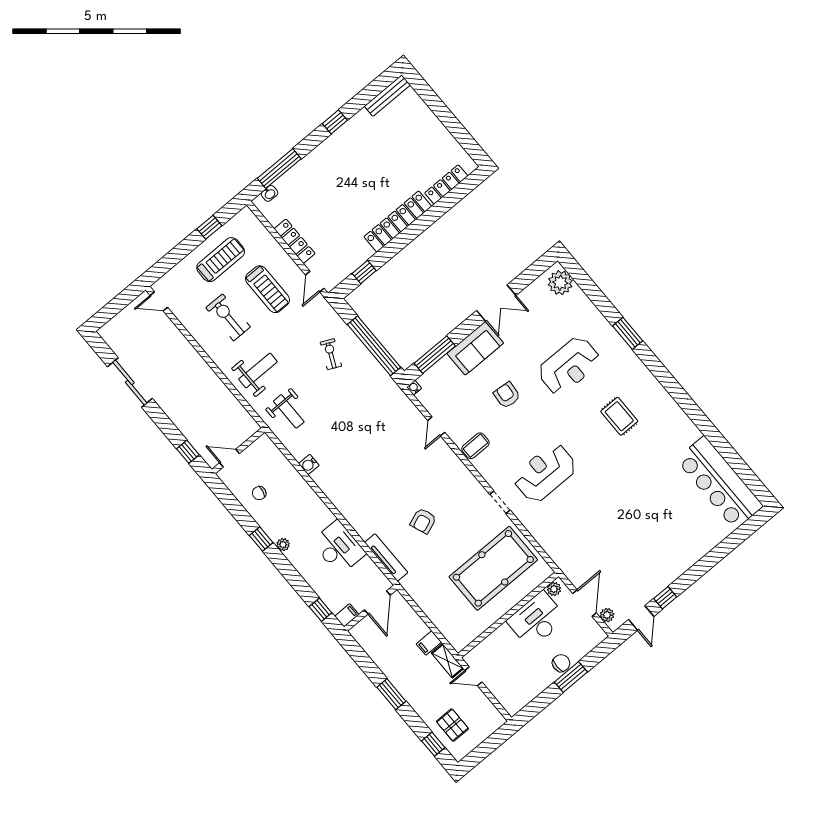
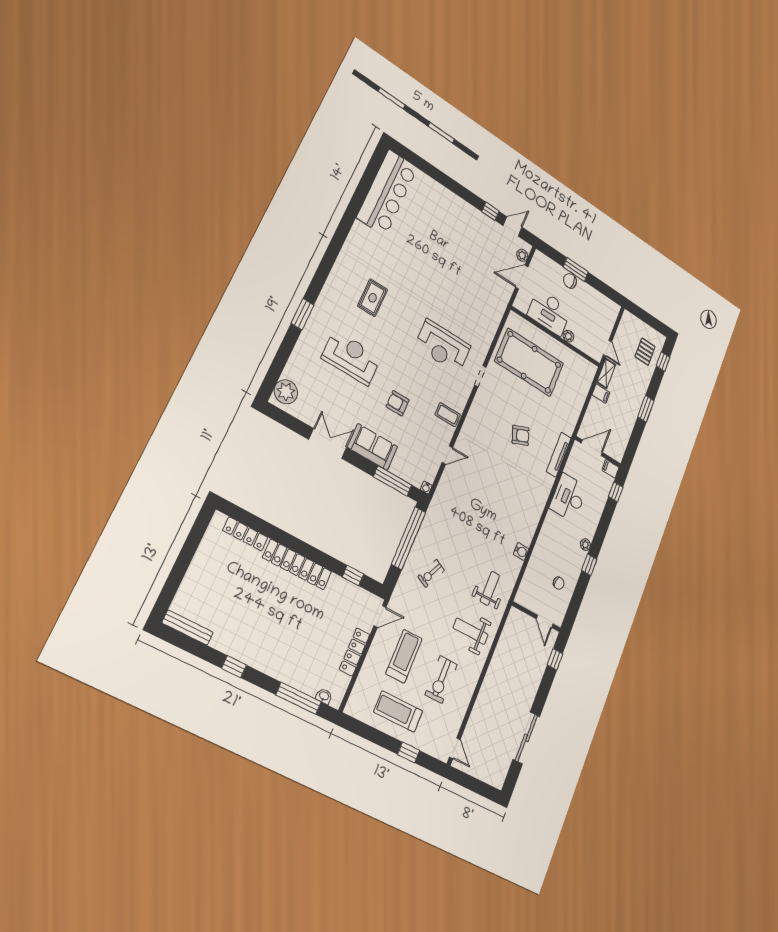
window: (209, 227) -> (409, 752), moved
armchair: (507, 395) -> (398, 403), turned 85
plant: (554, 589) -> (568, 336), moved

